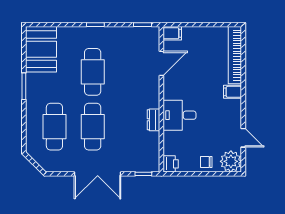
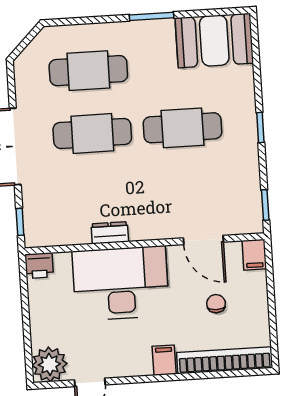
desk: (179, 115) -> (121, 283), width x1.87, depth x1.30
chair: (206, 162) -> (216, 304), moved

